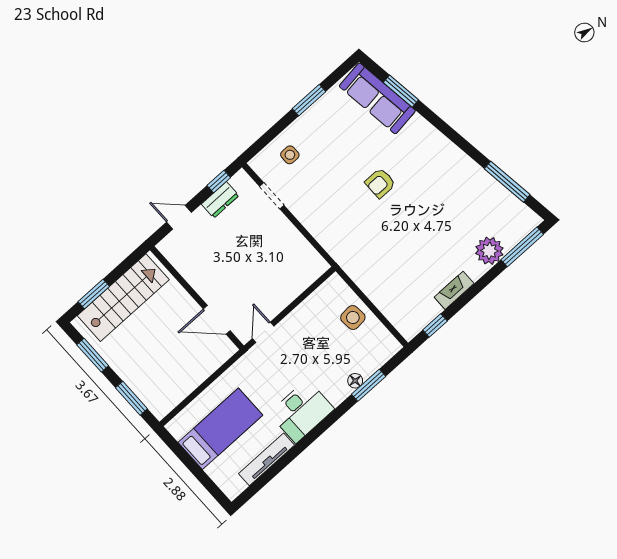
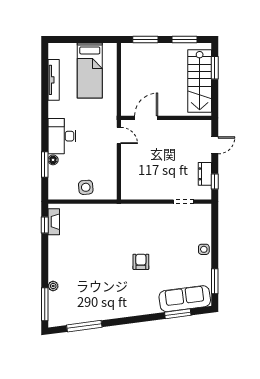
window: (309, 100) -> (215, 281), moved
side table: (290, 155) -> (204, 249), moved
plant: (489, 251) -> (53, 286), width x0.53, depth x0.53
fireplace: (454, 290) -> (54, 222), moved
desk: (302, 411) -> (62, 136), moved

